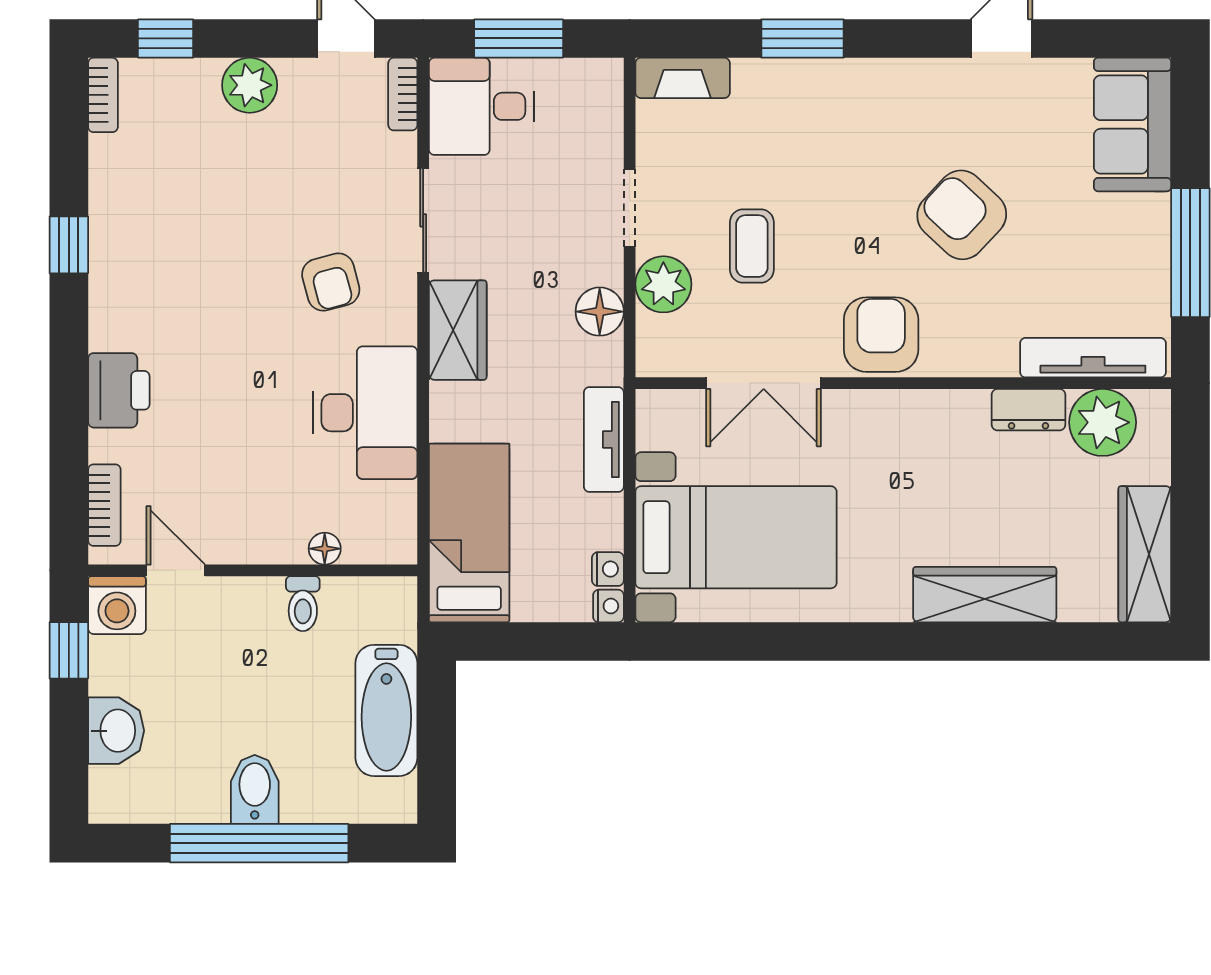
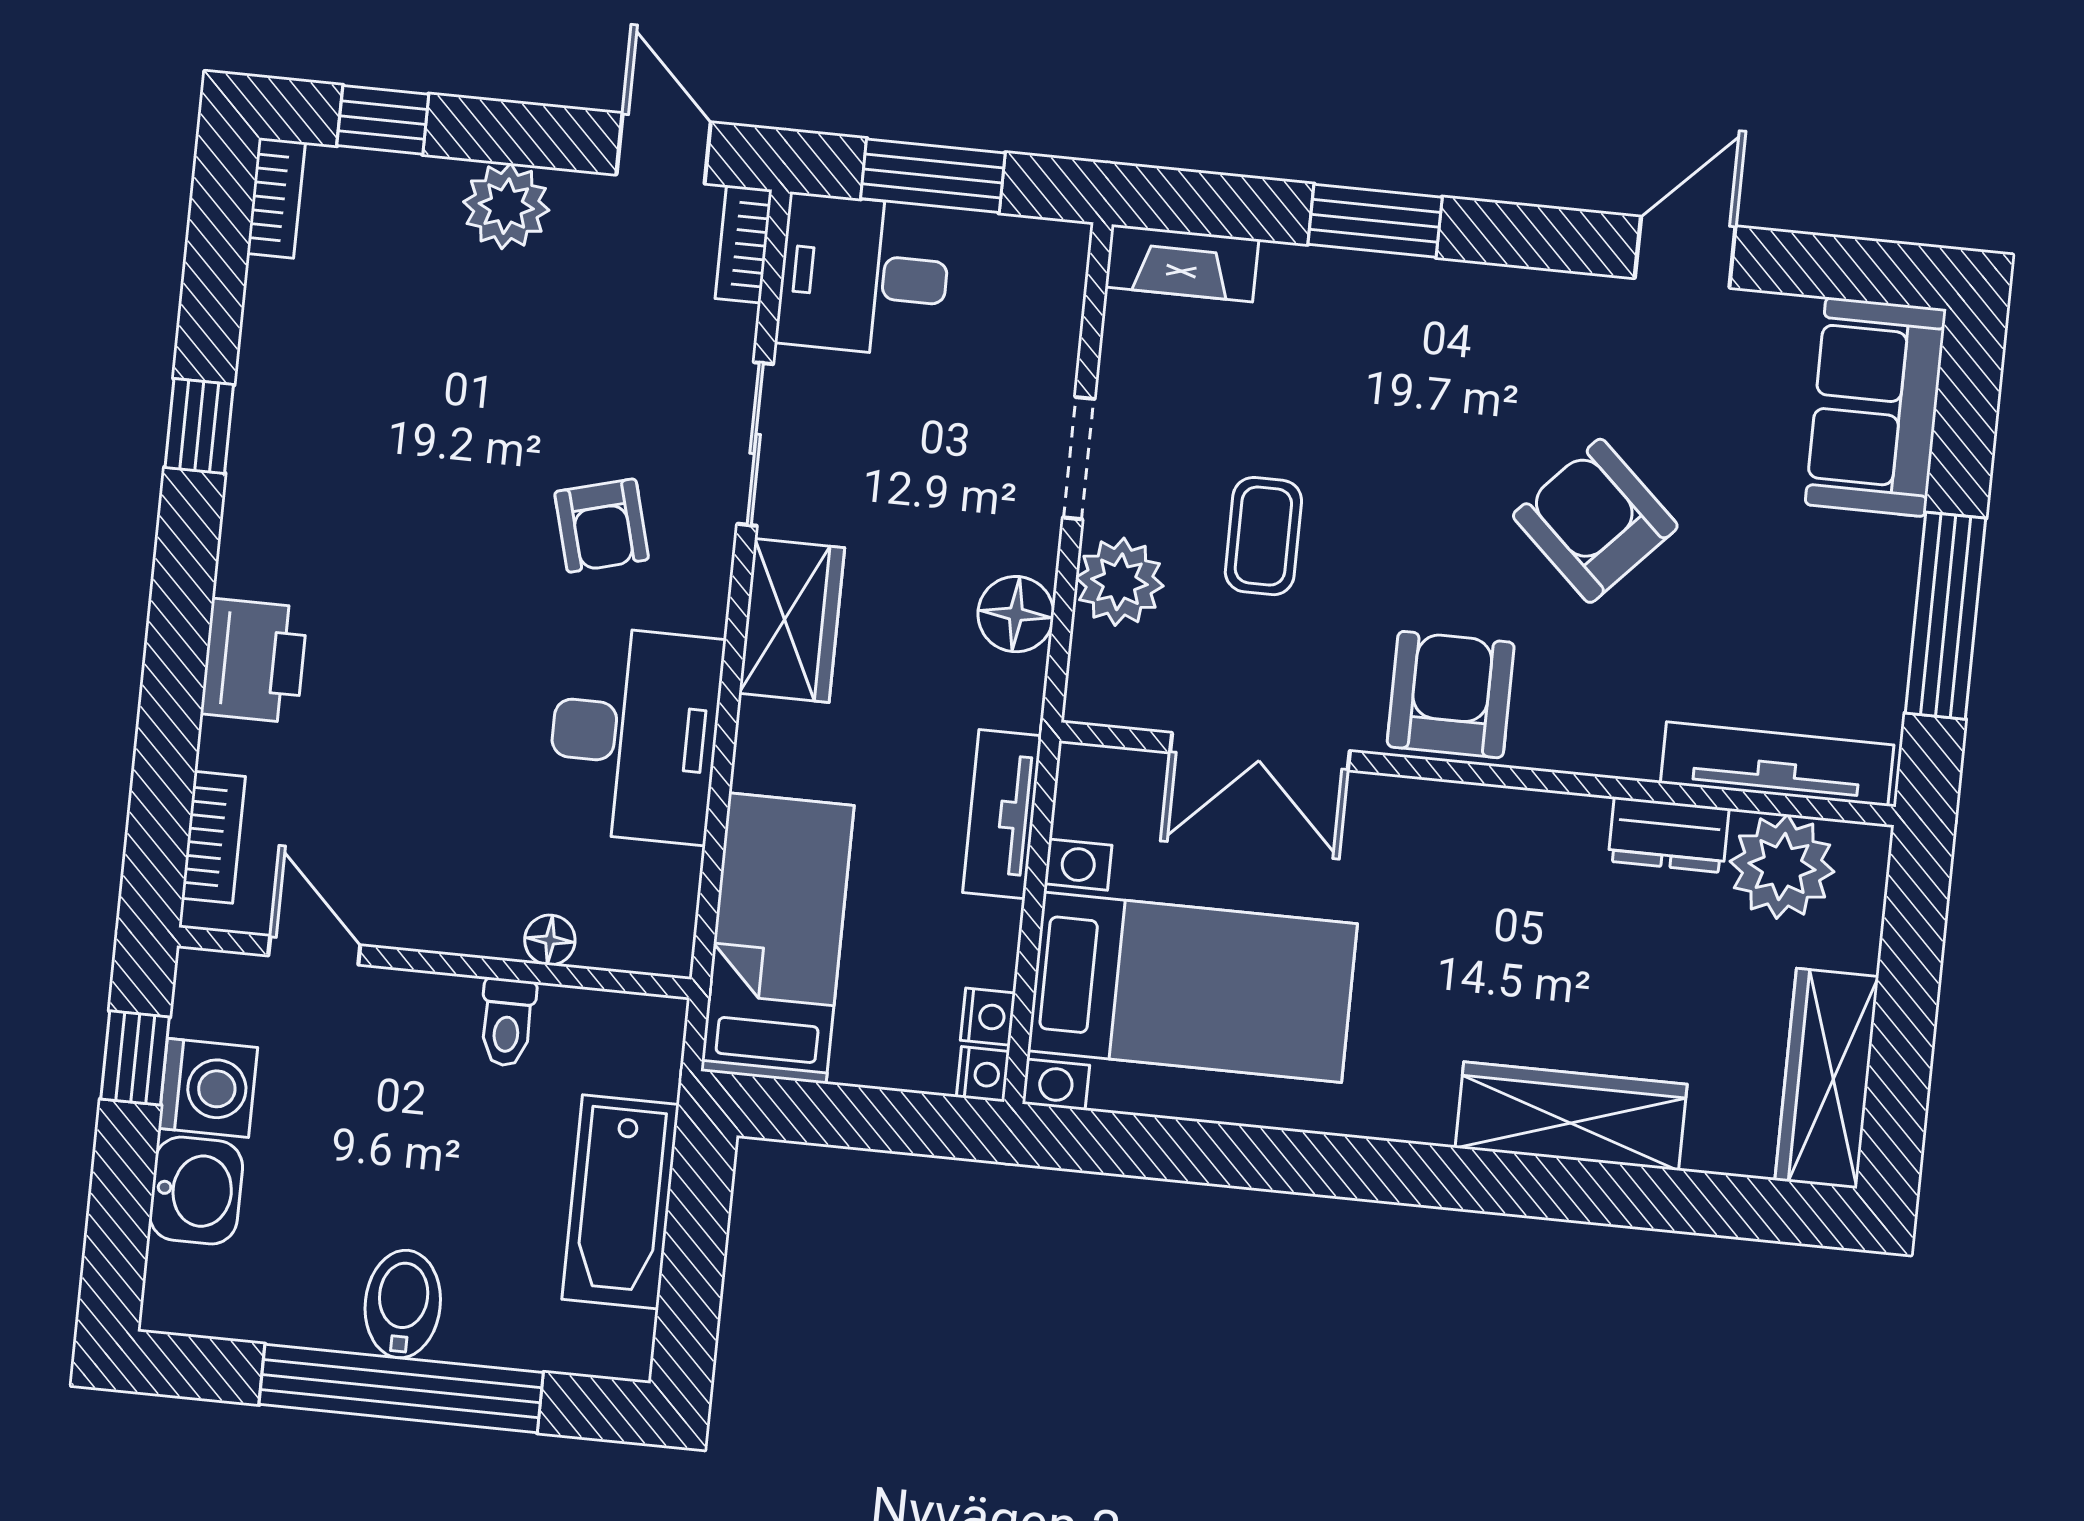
washing machine: (117, 605) -> (208, 1088), moved, turned -90

